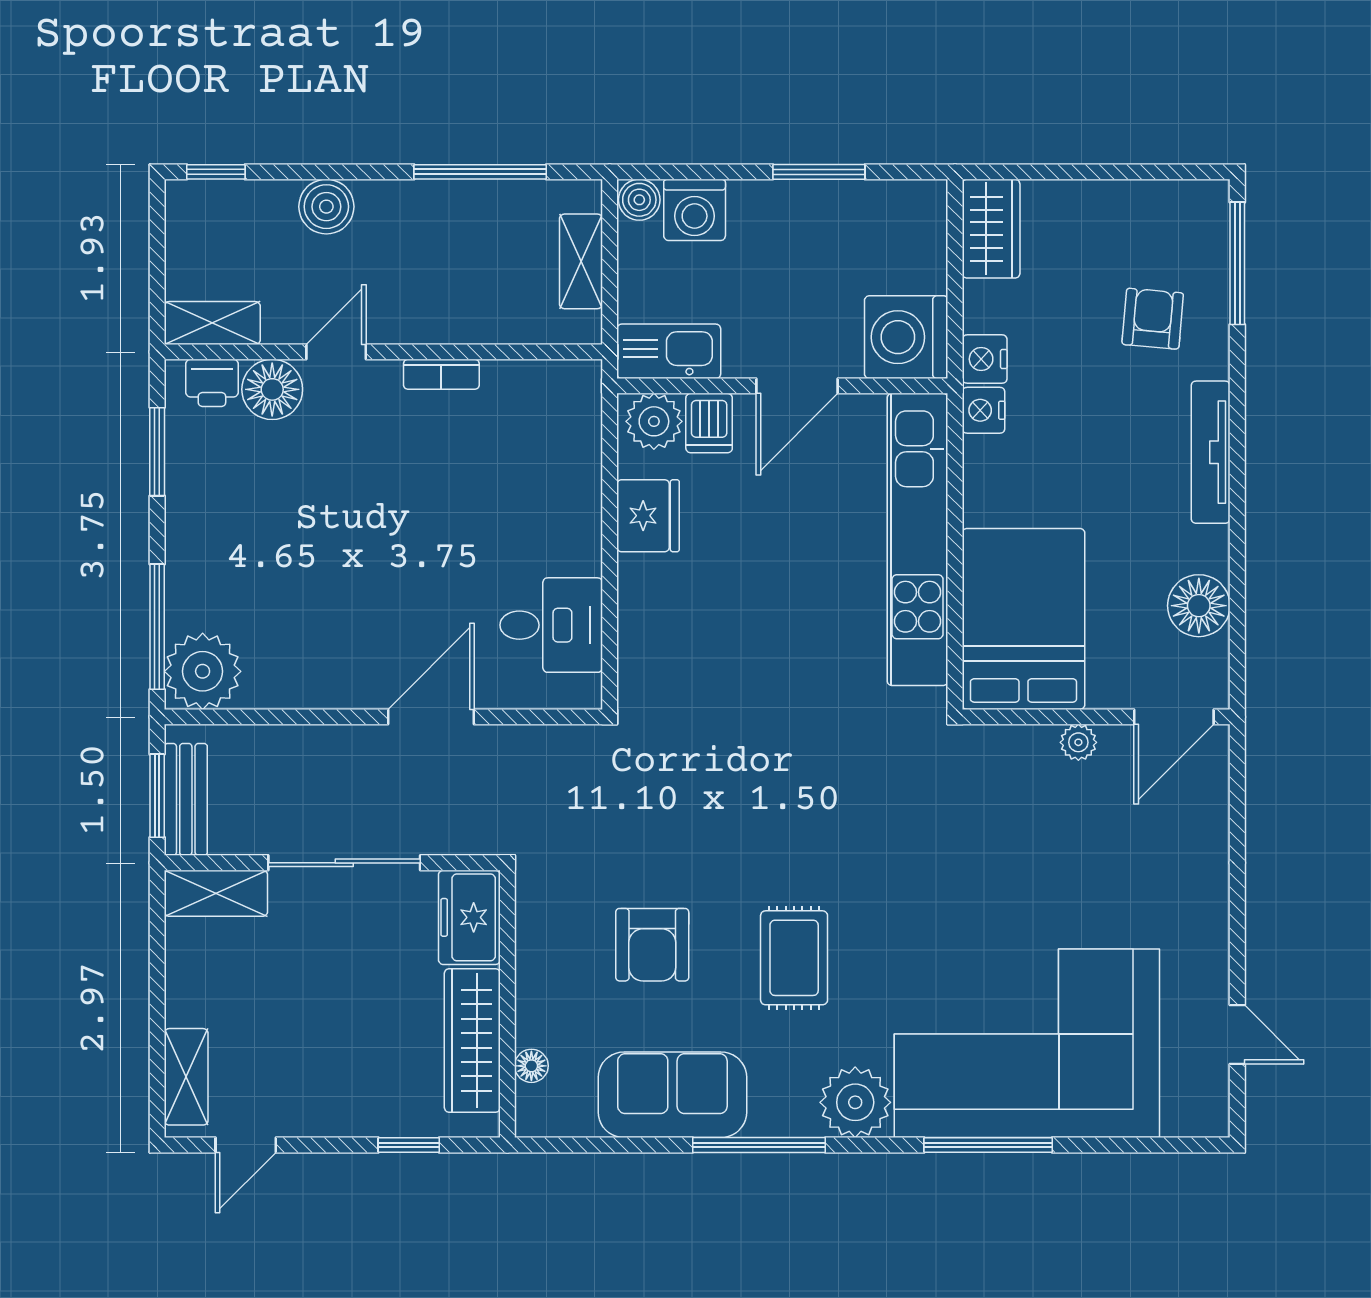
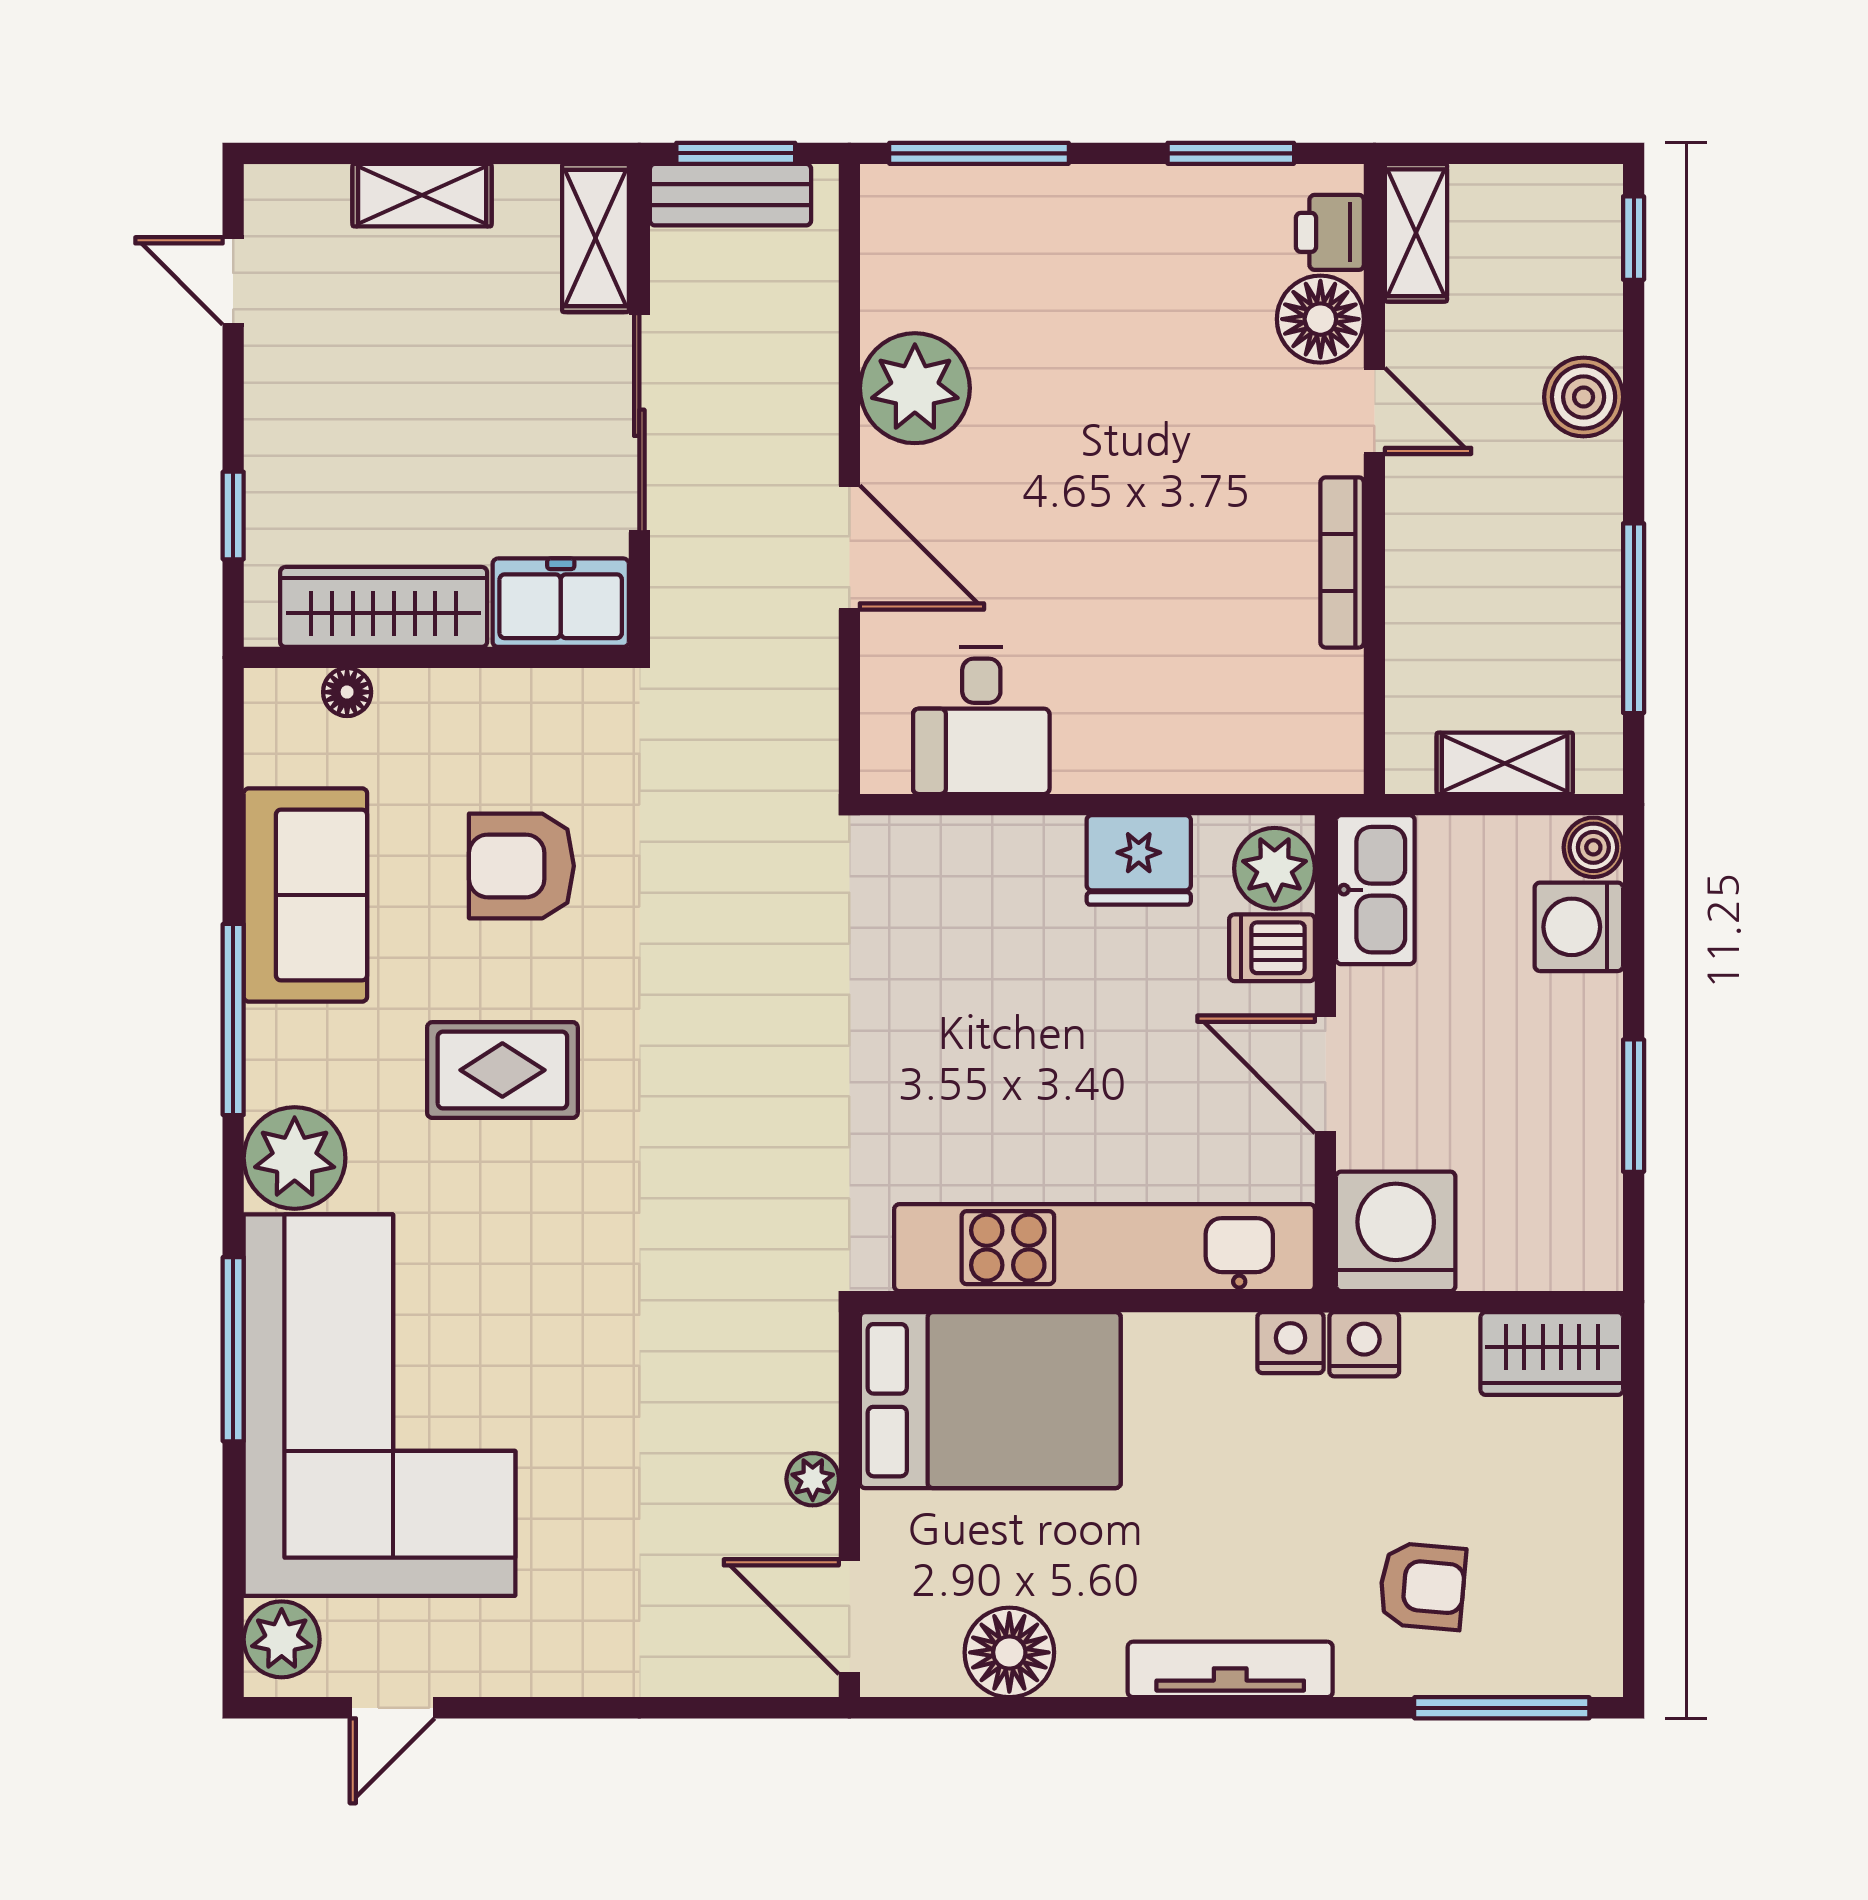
bookcase: (441, 374) -> (1342, 562), width x1.56
plant: (203, 671) -> (915, 388), moved
shelving: (186, 1077) -> (422, 195), moved
plant: (1190, 1111) -> (282, 1639), added

